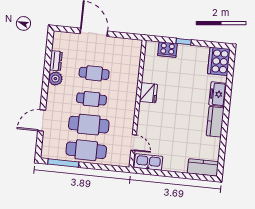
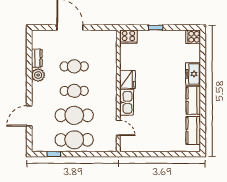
cooker: (167, 50) -> (128, 37), moved
cooker: (219, 61) -> (193, 37), width x0.53, depth x0.76
kitchen sink: (148, 162) -> (127, 102), moved, turned 90
window: (63, 163) -> (54, 154), width x0.46
kitchen counter: (203, 167) -> (193, 130), moved, turned -90

